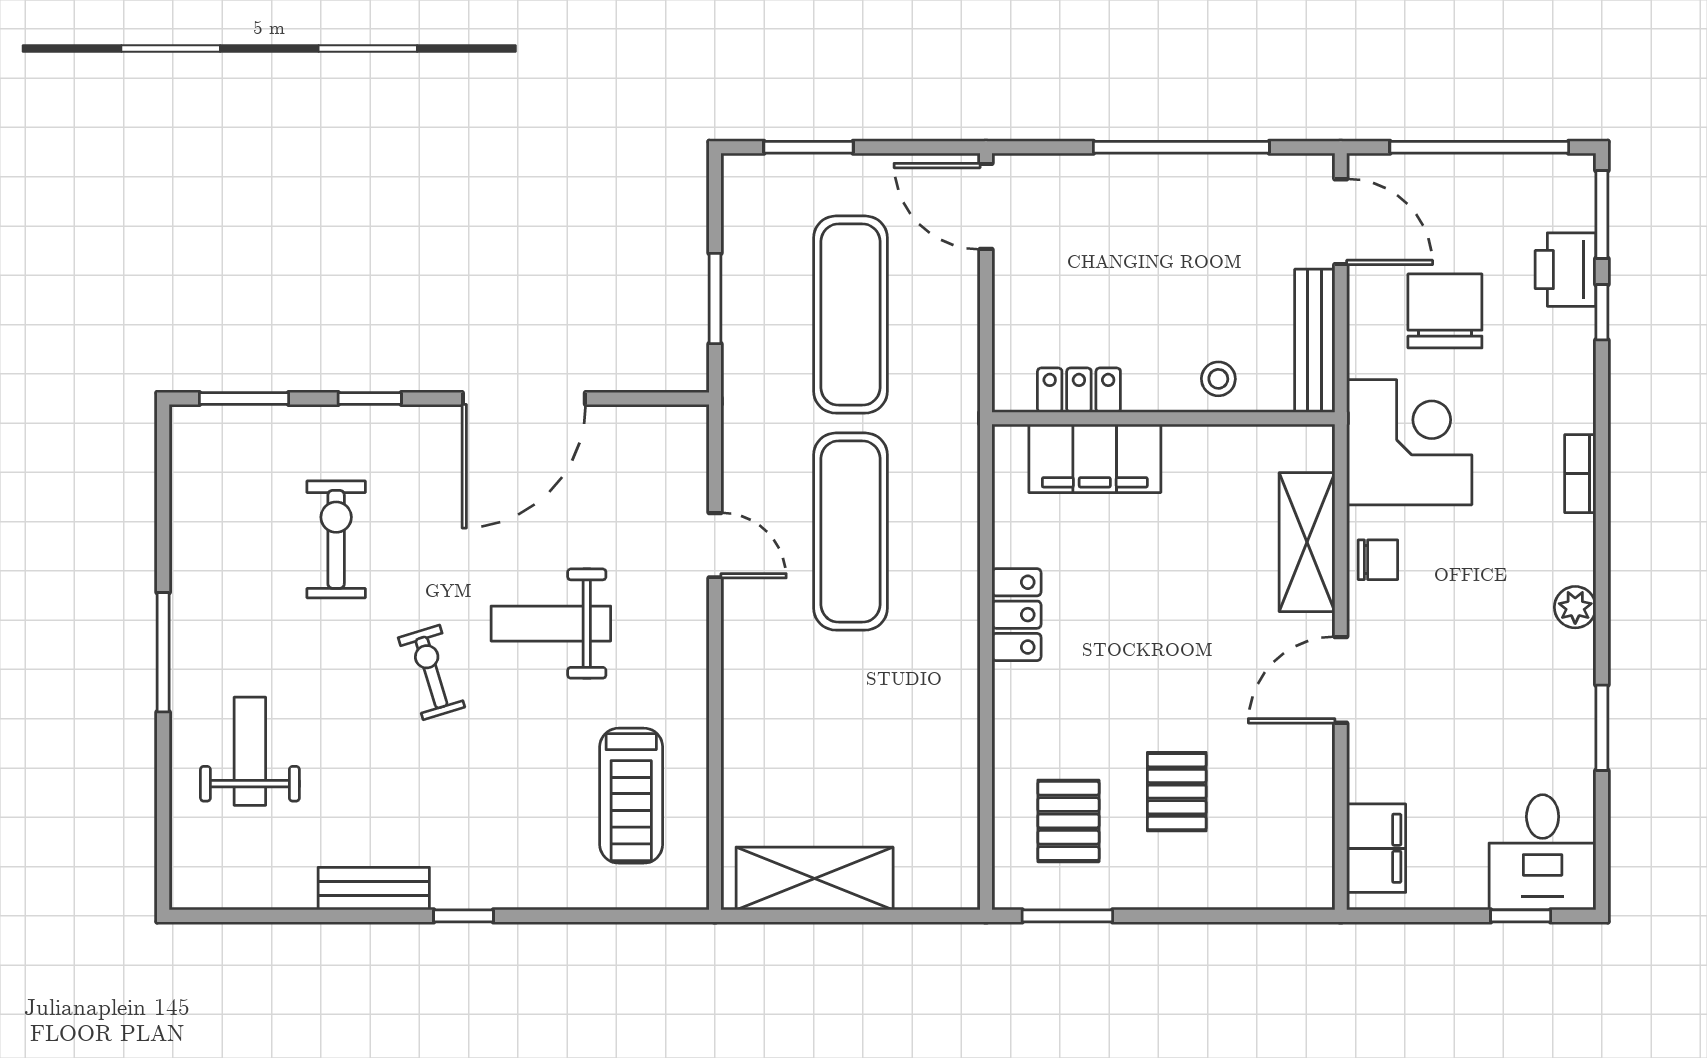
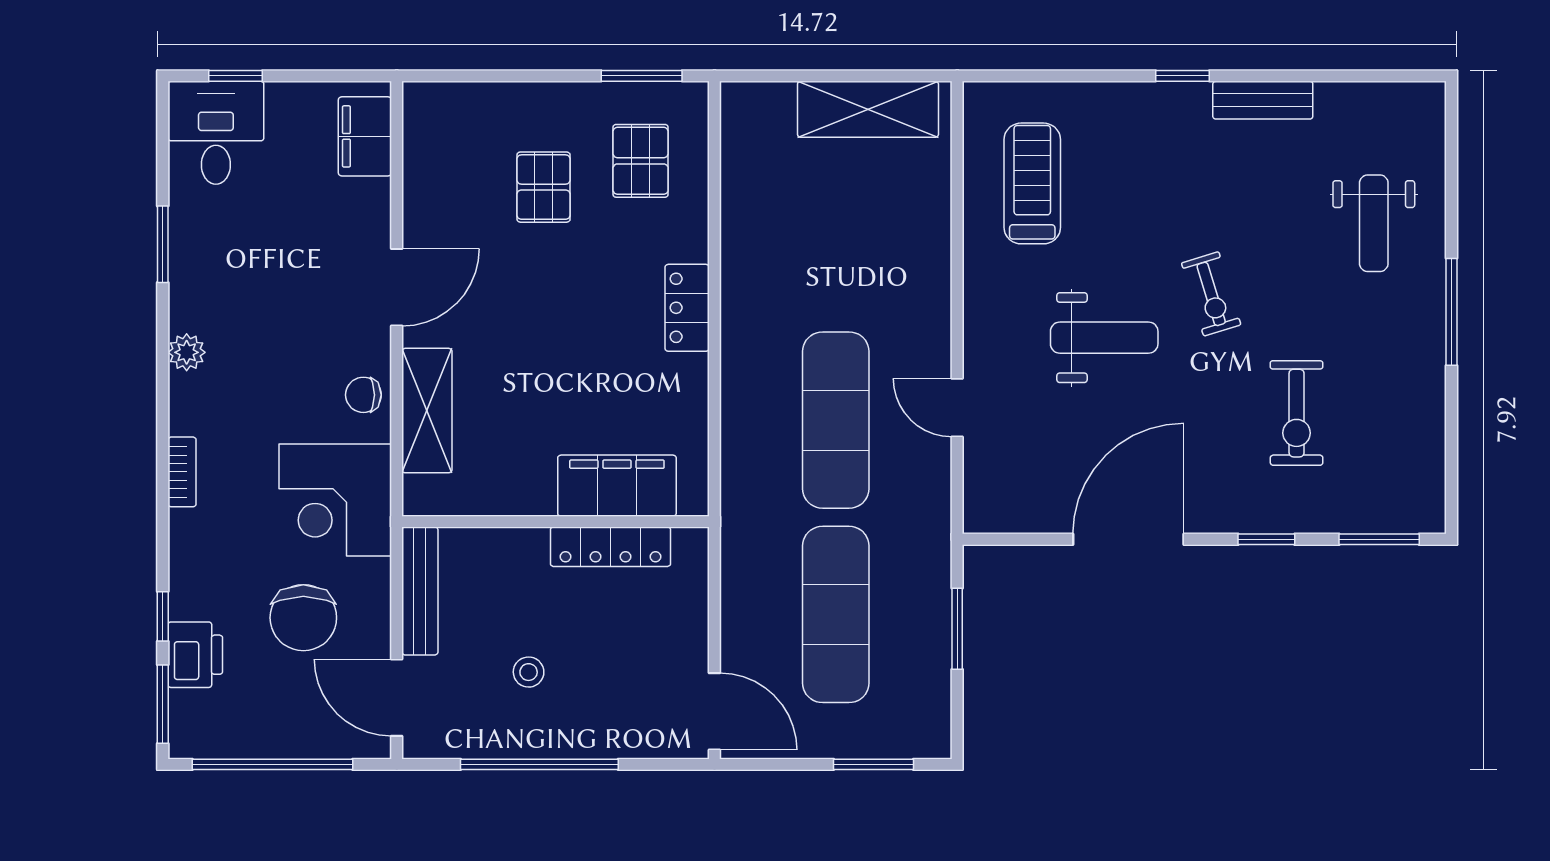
stool: (1218, 379) -> (529, 672), moved
locker: (1079, 390) -> (610, 547), width x1.53
locker: (1016, 615) -> (687, 308), moved

